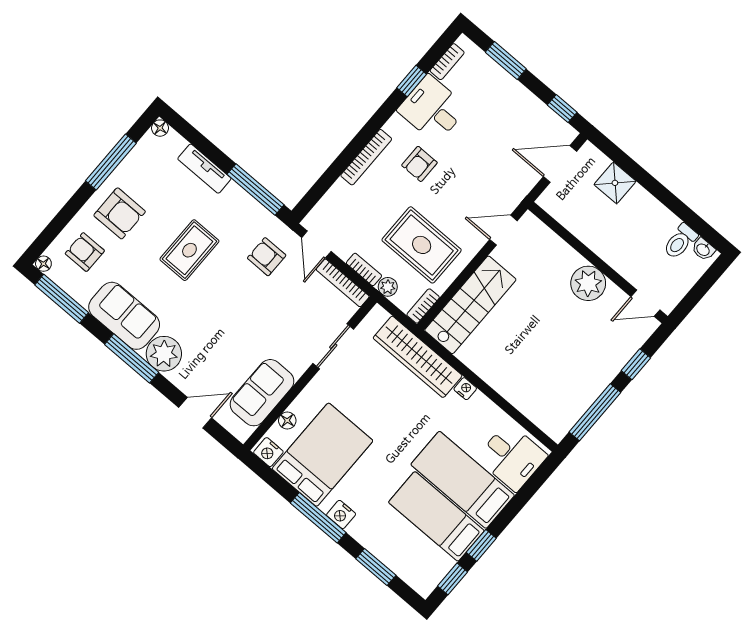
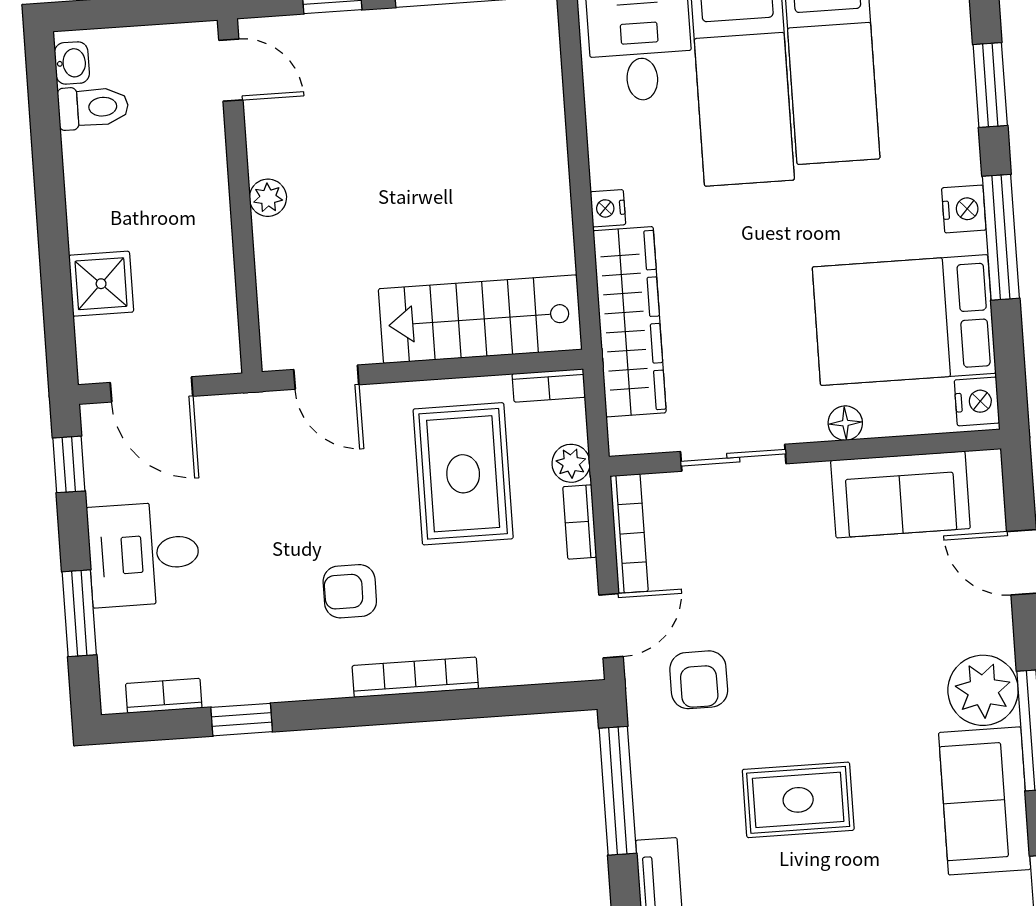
desk: (433, 109) -> (144, 554), moved, turned 90
armchair: (419, 164) -> (350, 591), turned 180
plant: (588, 283) -> (268, 198), width x0.53, depth x0.53
floor lamp: (287, 421) -> (845, 423), moved

